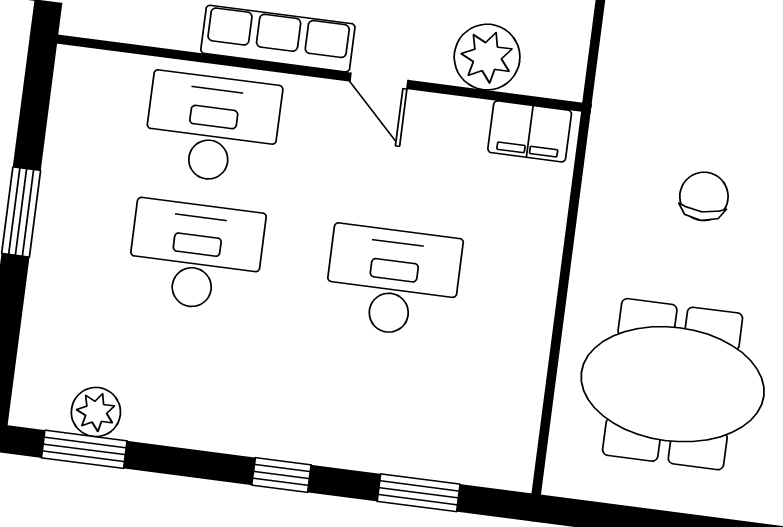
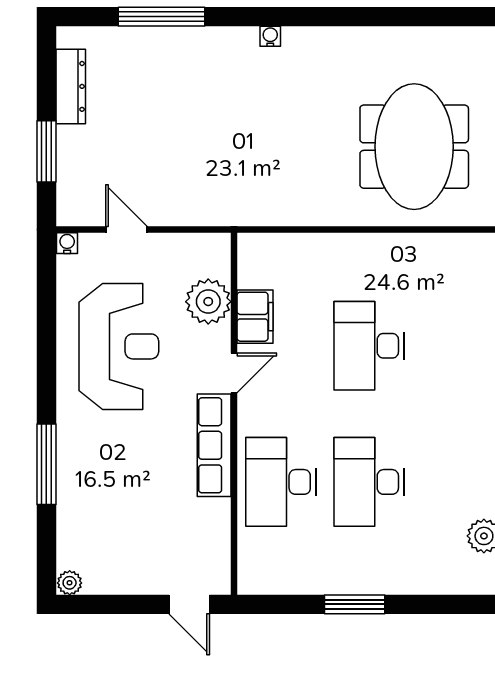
filing cabinet: (530, 131) -> (255, 317), moved
chair: (704, 196) -> (284, 142), removed

